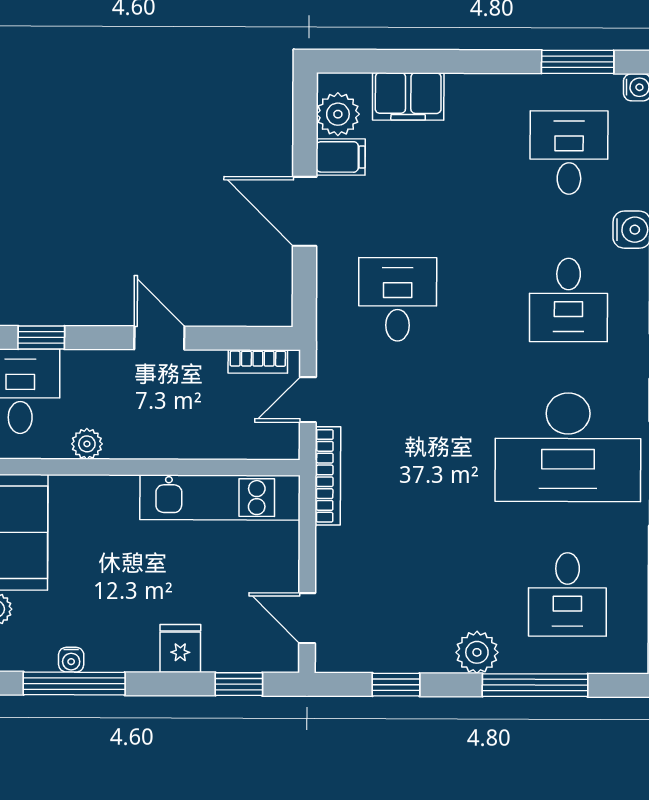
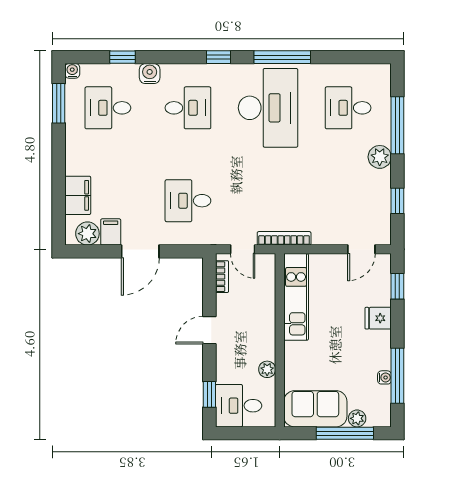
desk: (567, 594) -> (348, 108), turned 180

